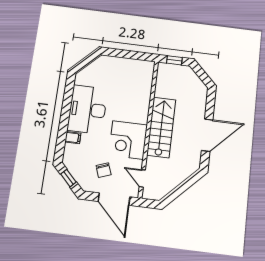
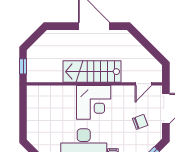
corner desk: (128, 140) -> (94, 102), moved

